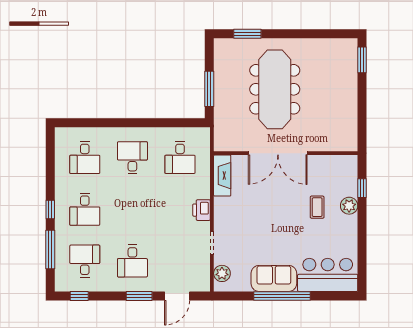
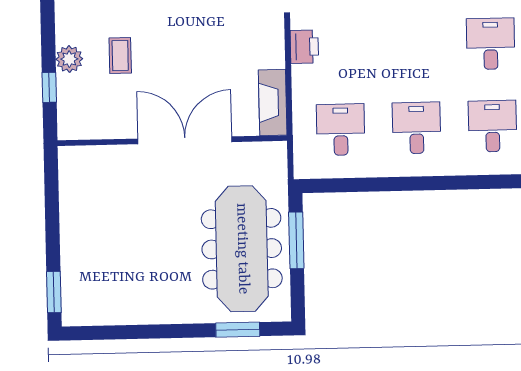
meeting table: (275, 89) -> (242, 249), moved
desk: (132, 158) -> (417, 128), turned 180

